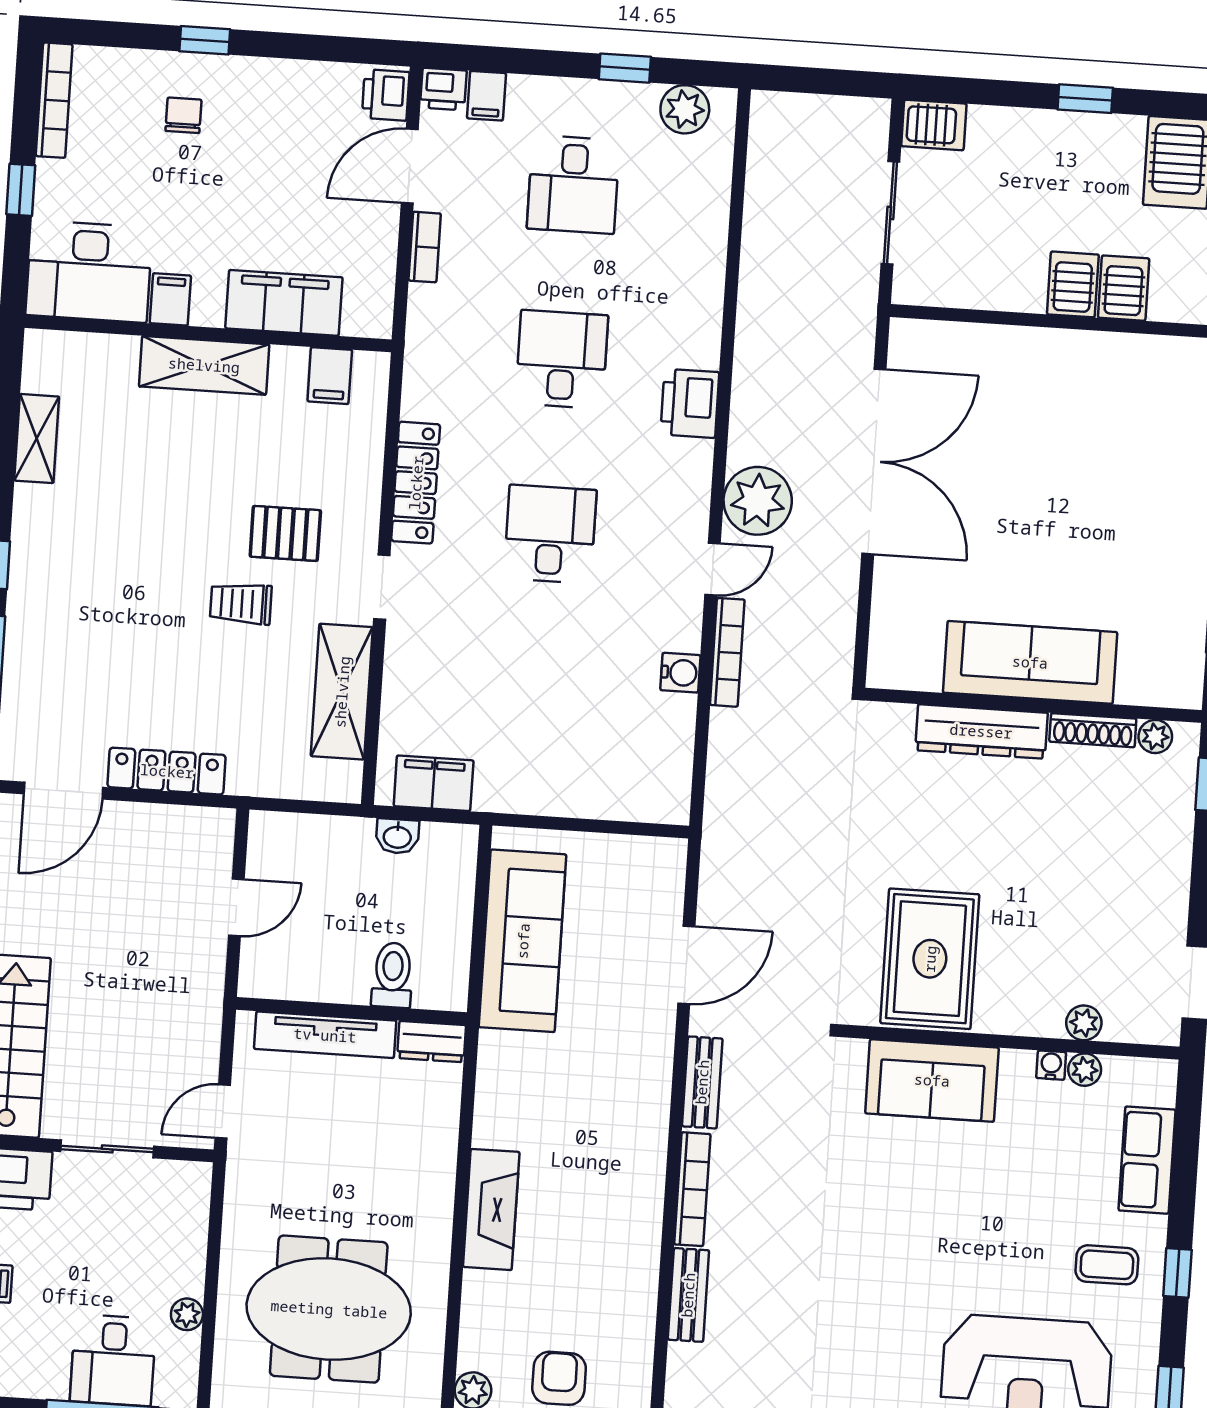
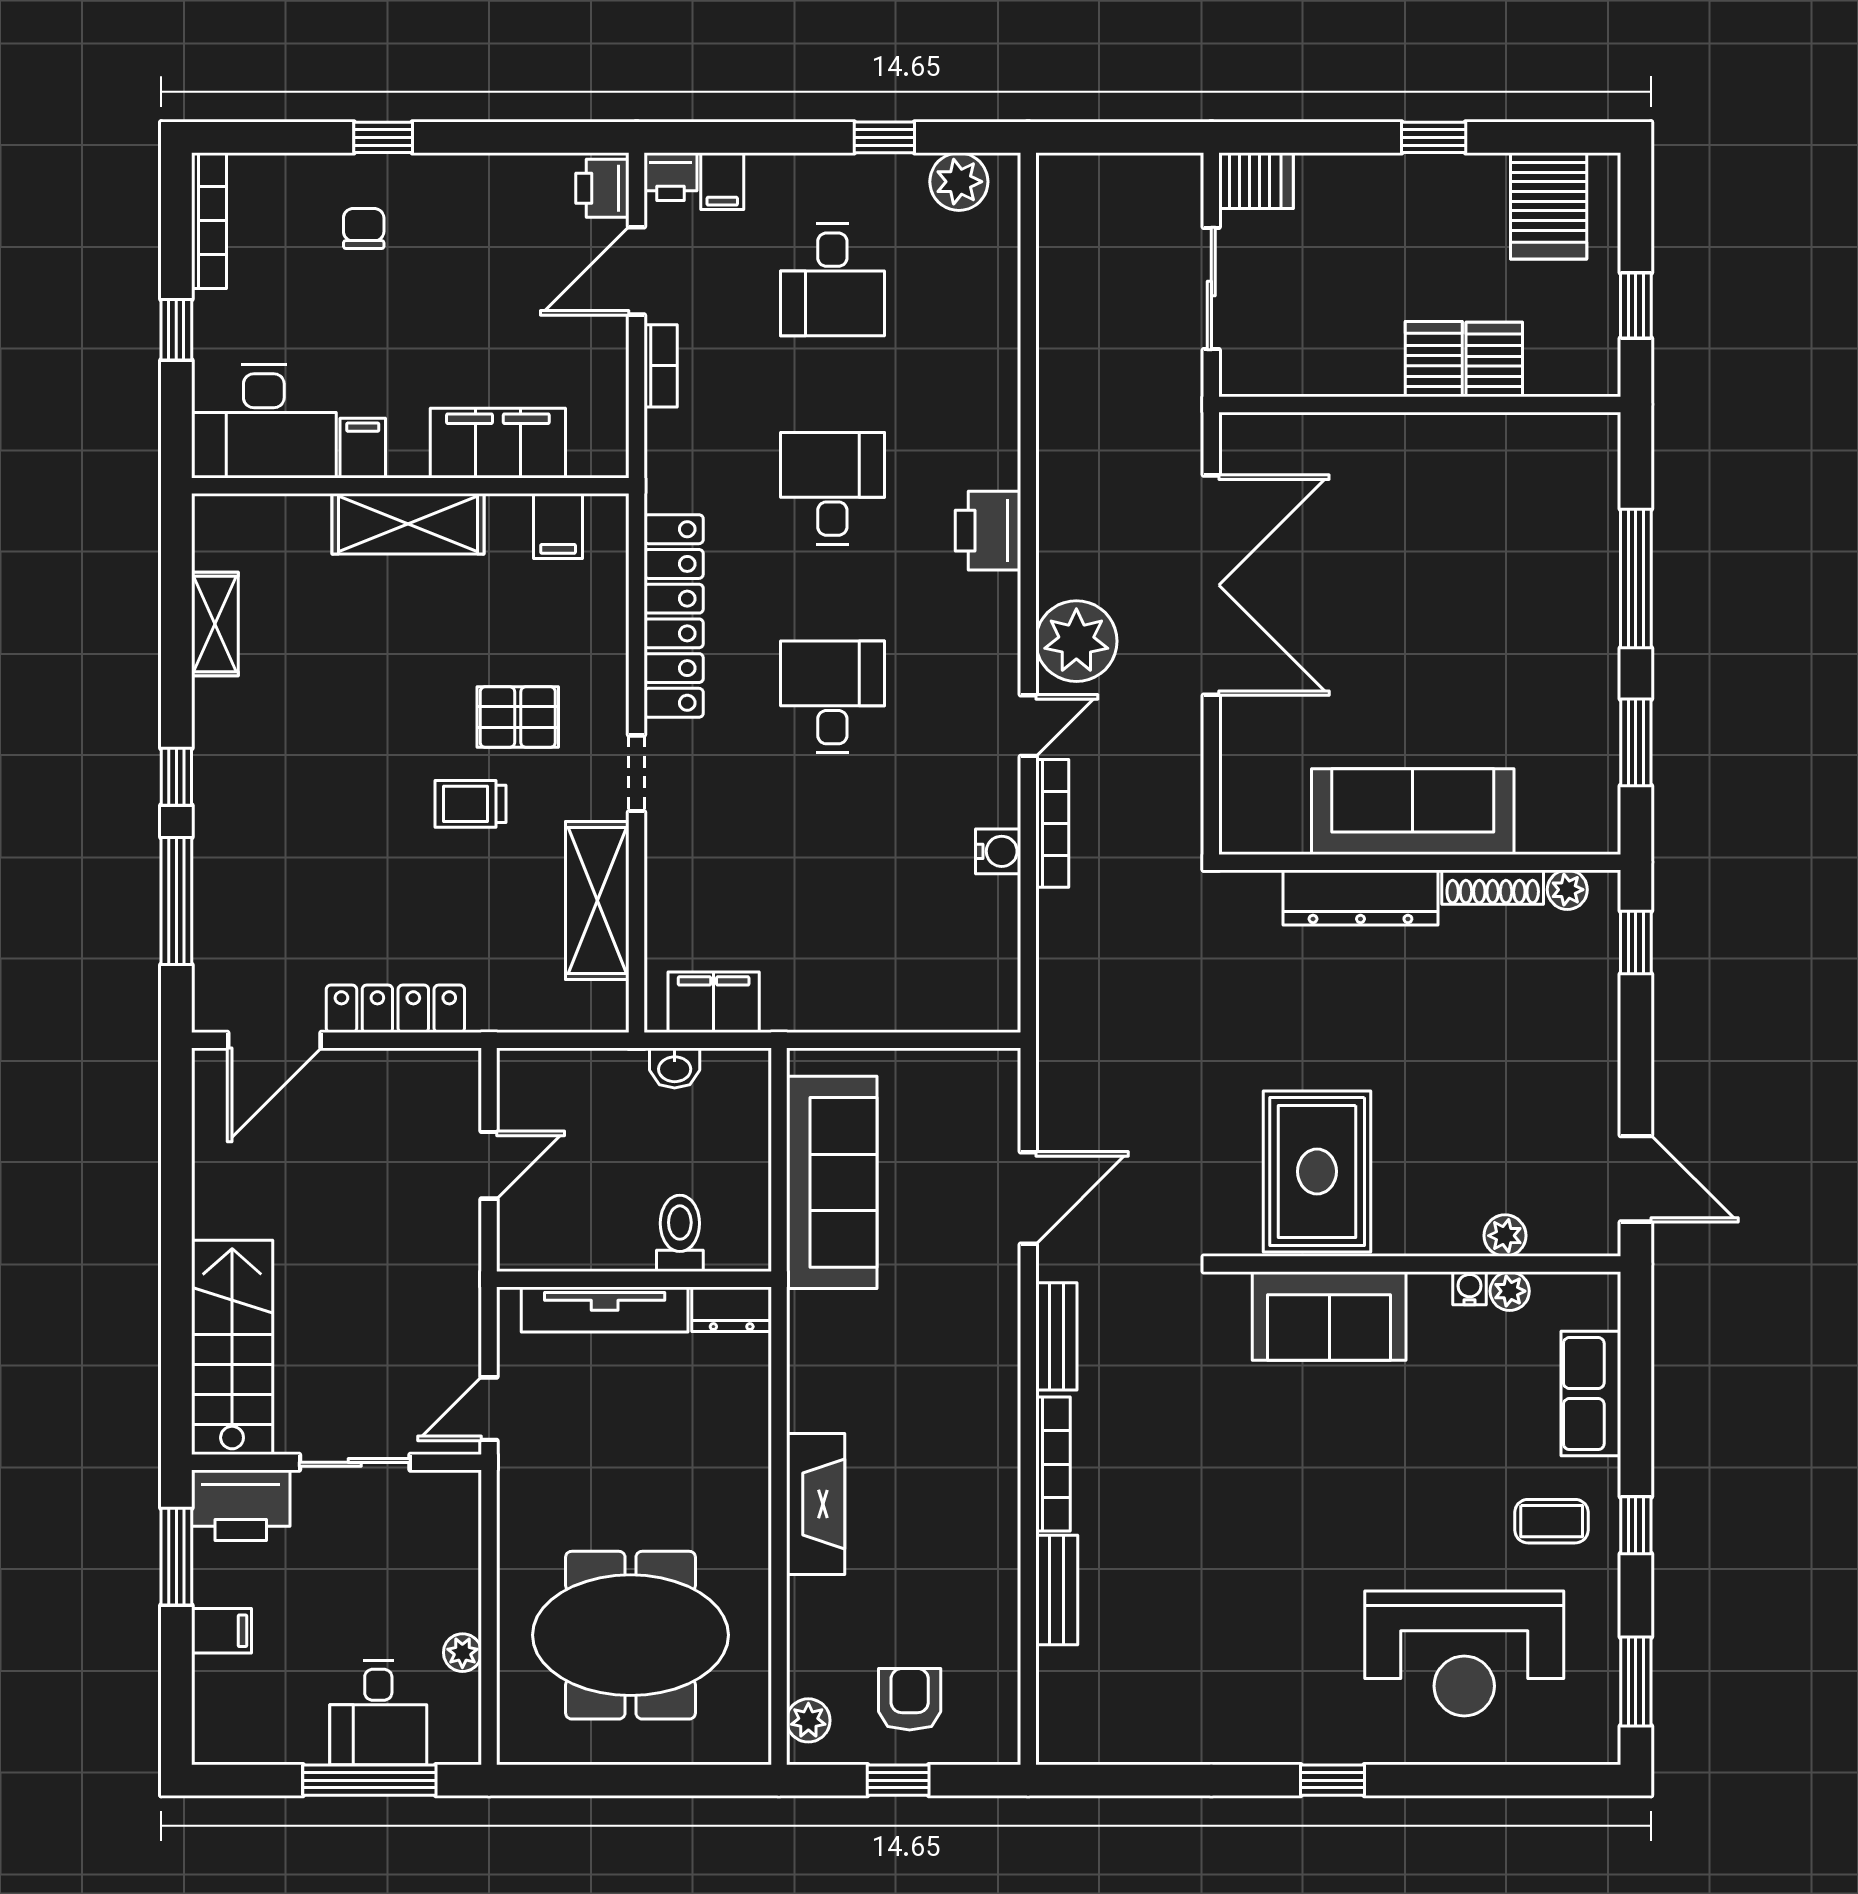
locker: (416, 483) -> (674, 616), width x1.41, depth x1.21

